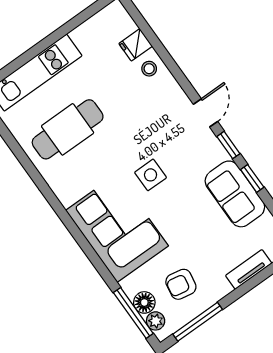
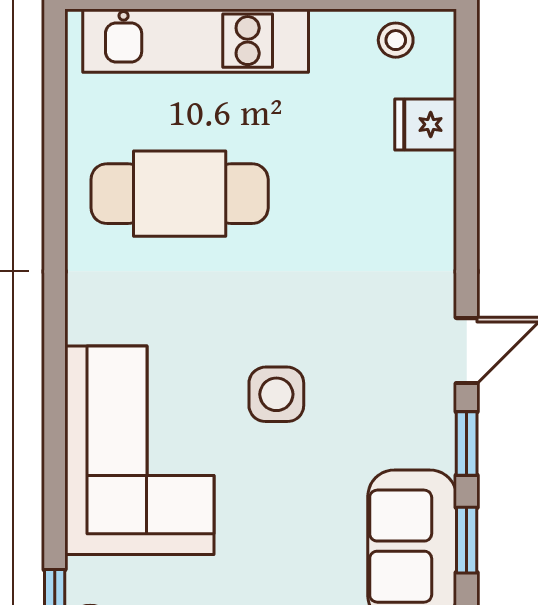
stool: (149, 69) -> (396, 40), moved

